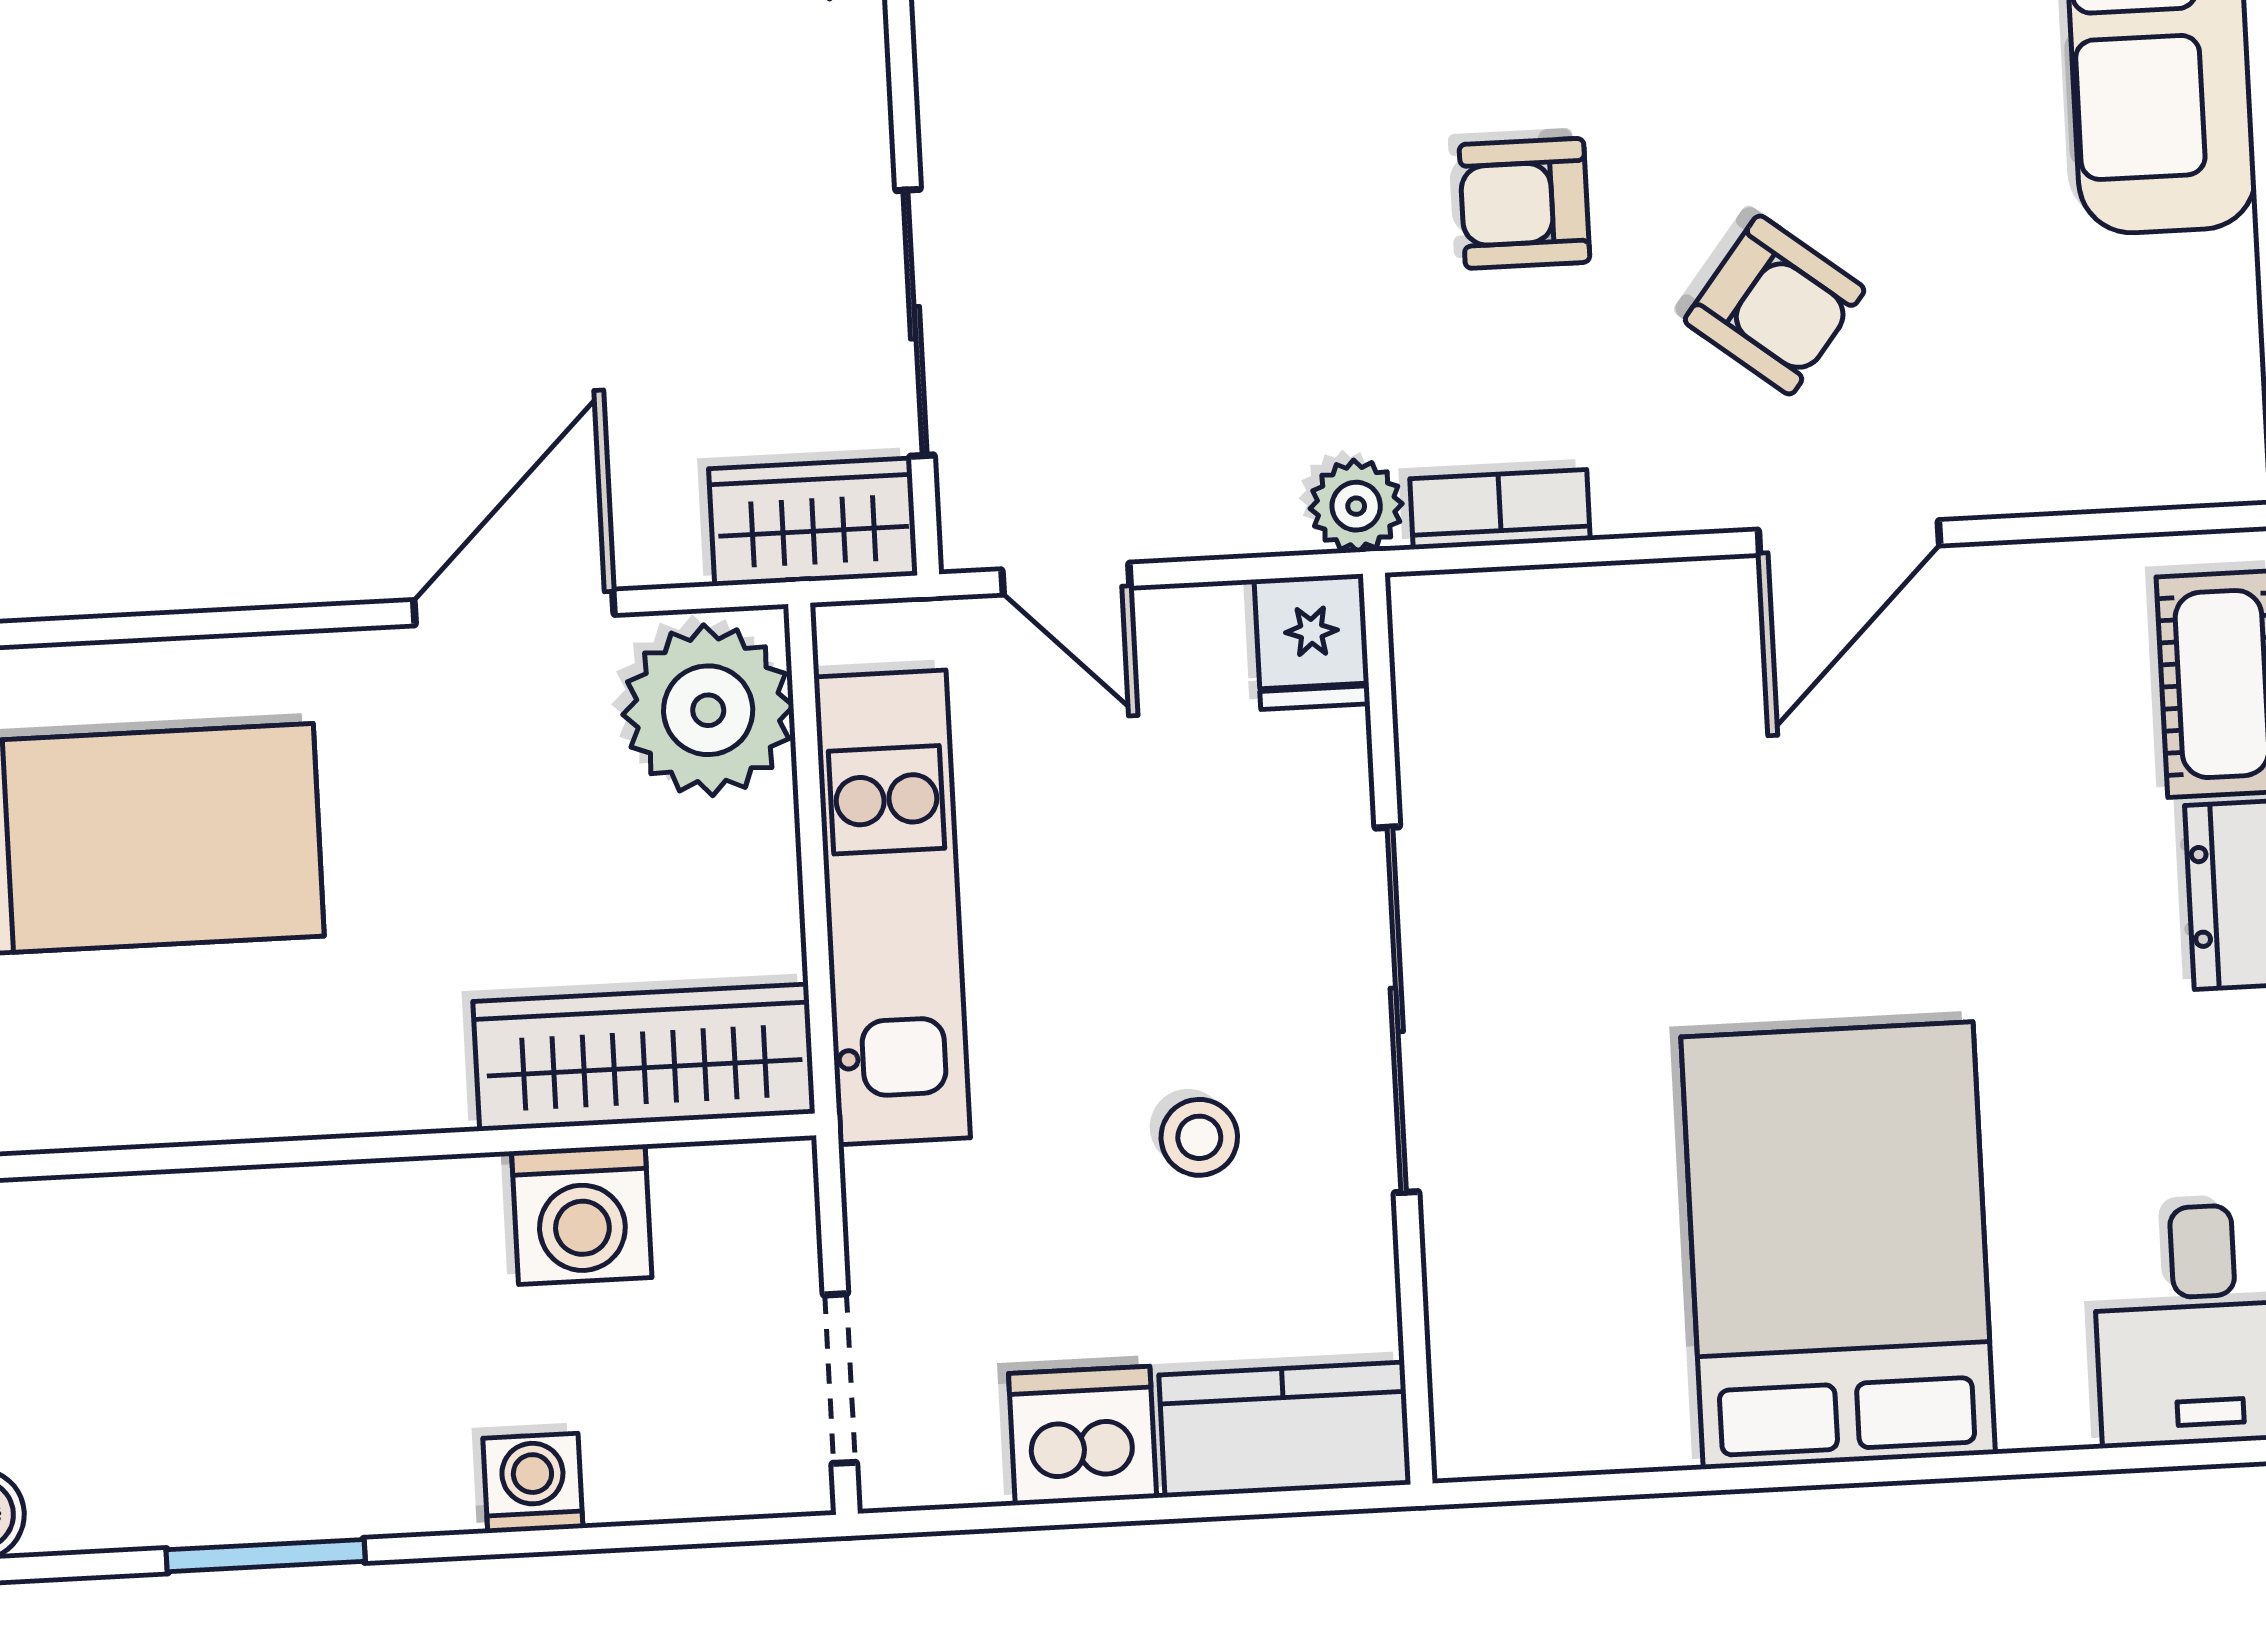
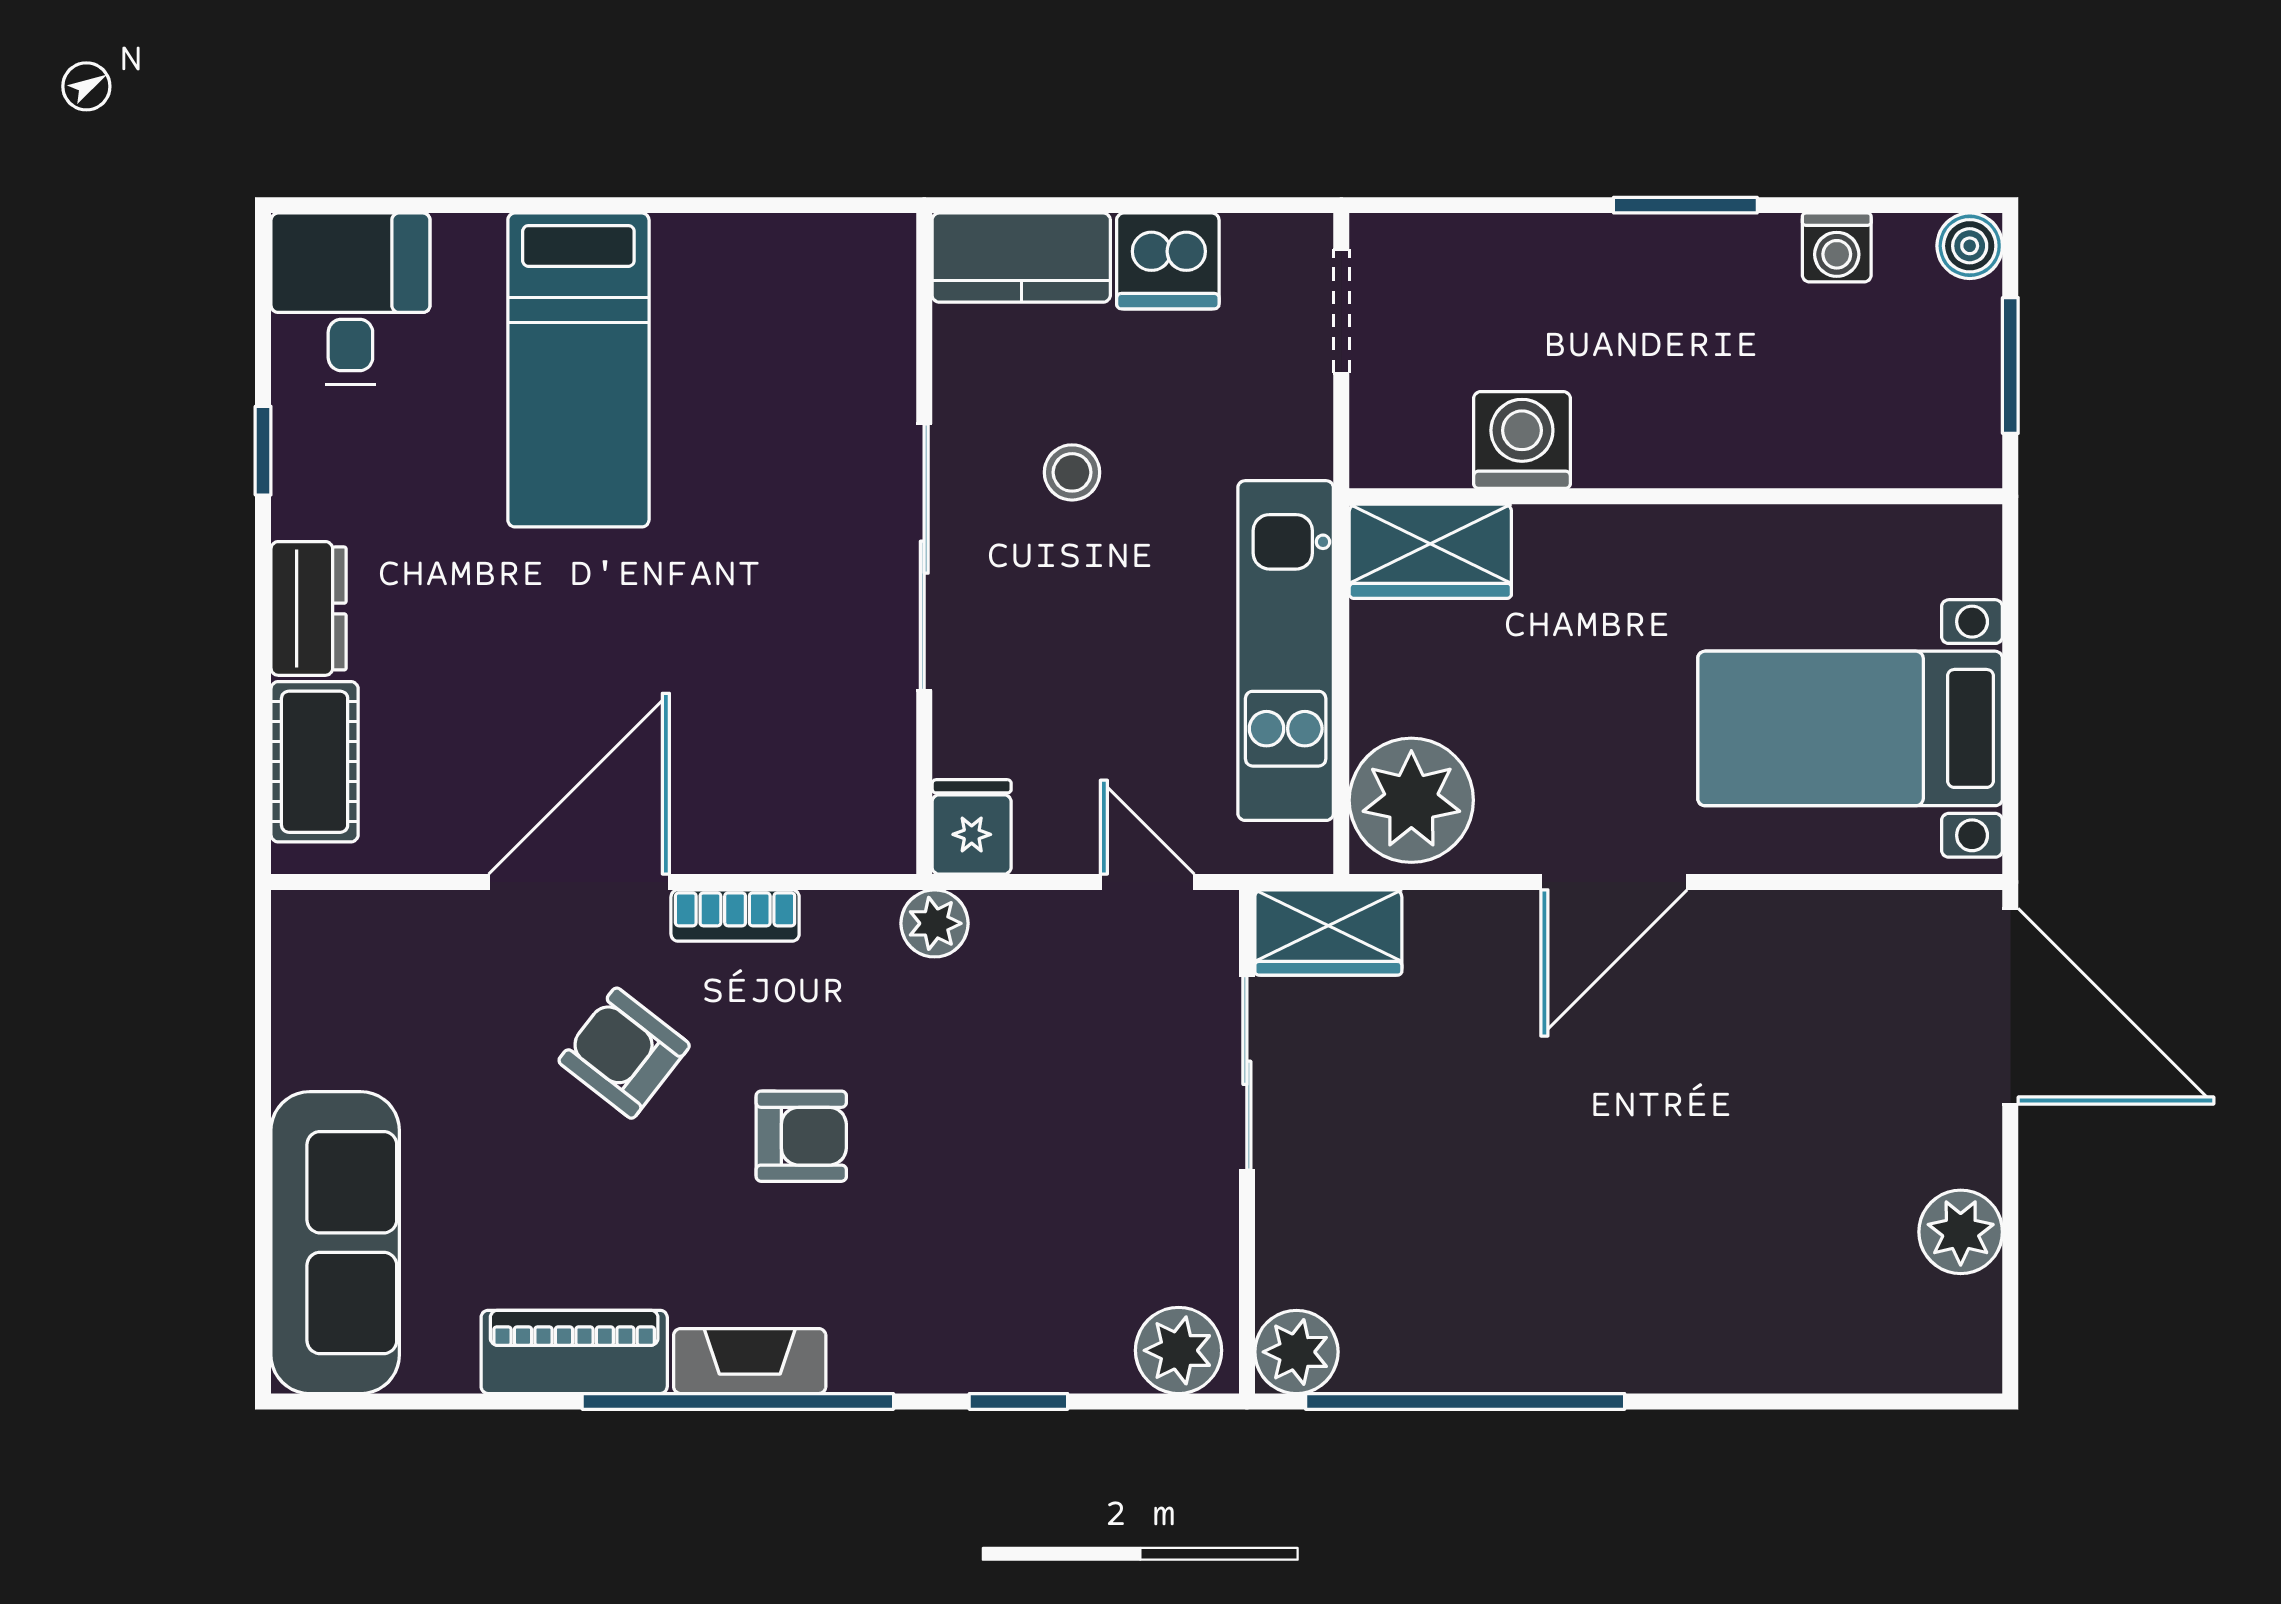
bookcase: (1500, 509) -> (735, 916), moved
door: (1849, 537) -> (579, 882), width x1.36
door: (514, 607) -> (1614, 882), moved
wardrobe: (644, 1058) -> (1430, 551), width x0.67
bed: (1838, 1245) -> (578, 370), width x0.67
washing machine: (533, 1483) -> (1837, 247), moved
window: (266, 1556) -> (1685, 205), moved

